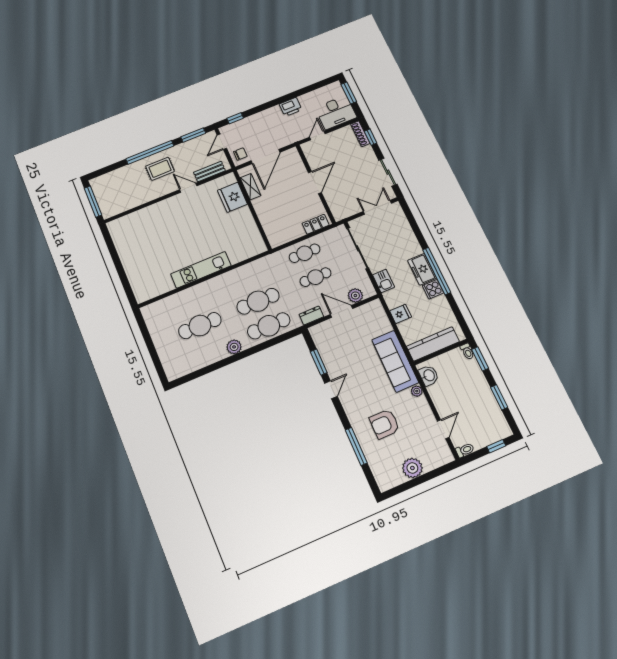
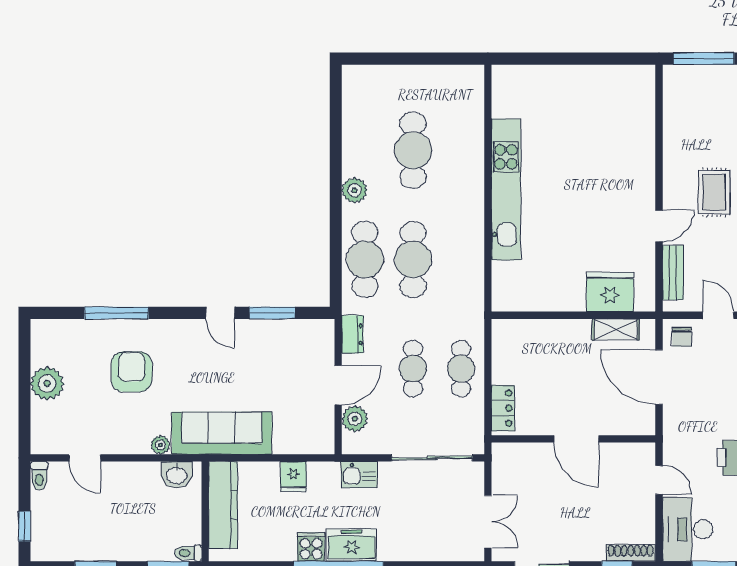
kitchen unit: (201, 270) -> (506, 189), width x1.36

